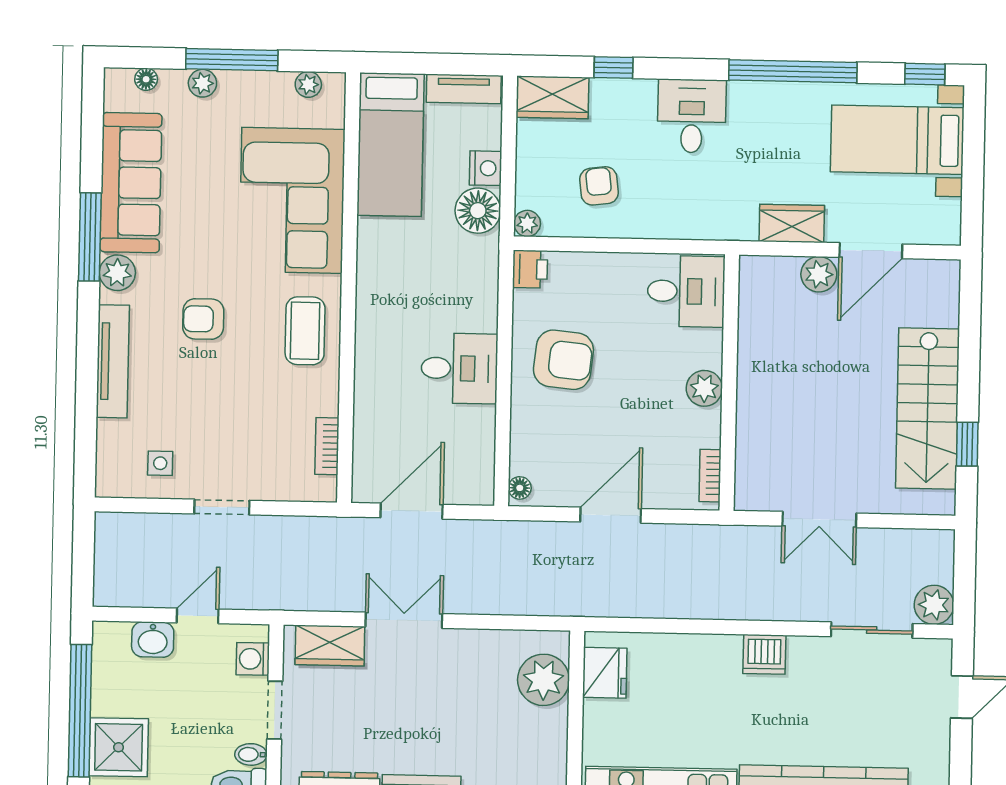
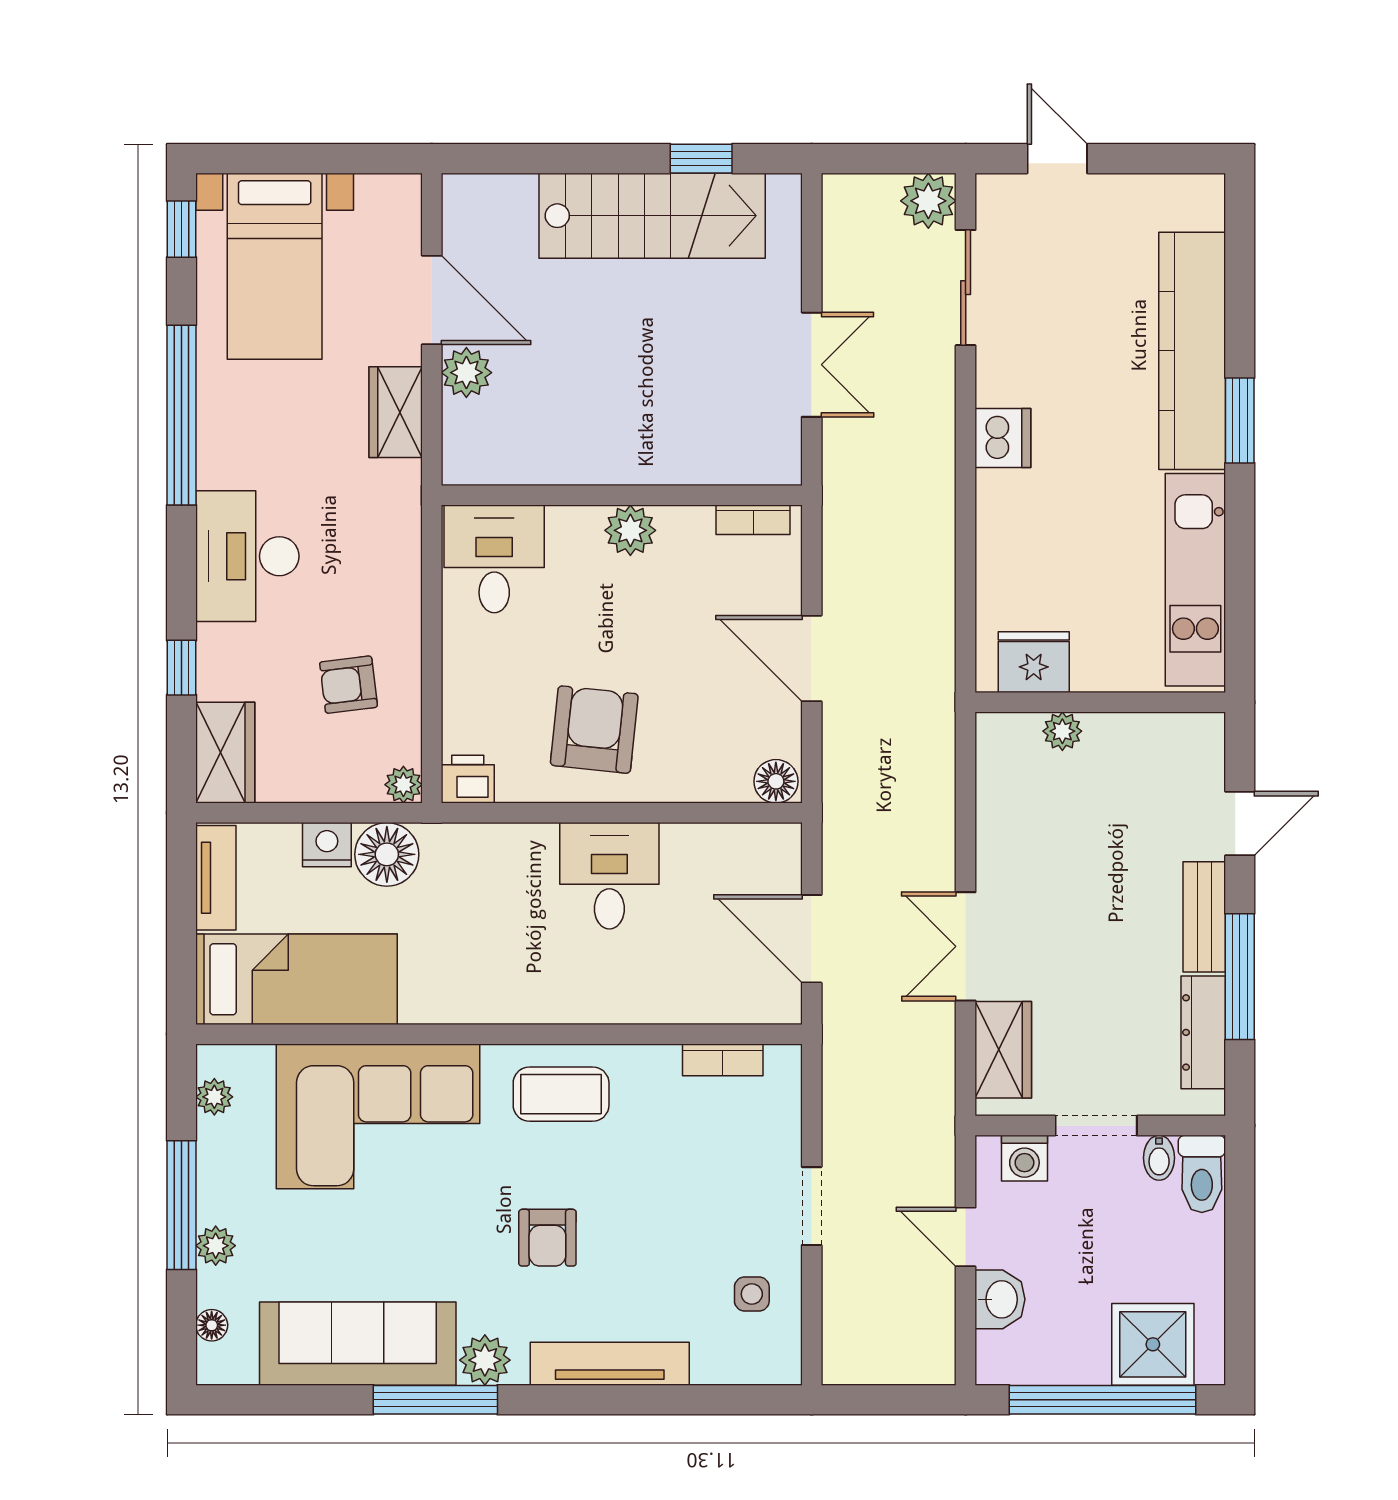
desk: (692, 116) -> (247, 556), width x1.37
floor lamp: (520, 488) -> (776, 781), width x1.37, depth x1.37
plant: (543, 680) -> (1062, 731), width x0.53, depth x0.53

